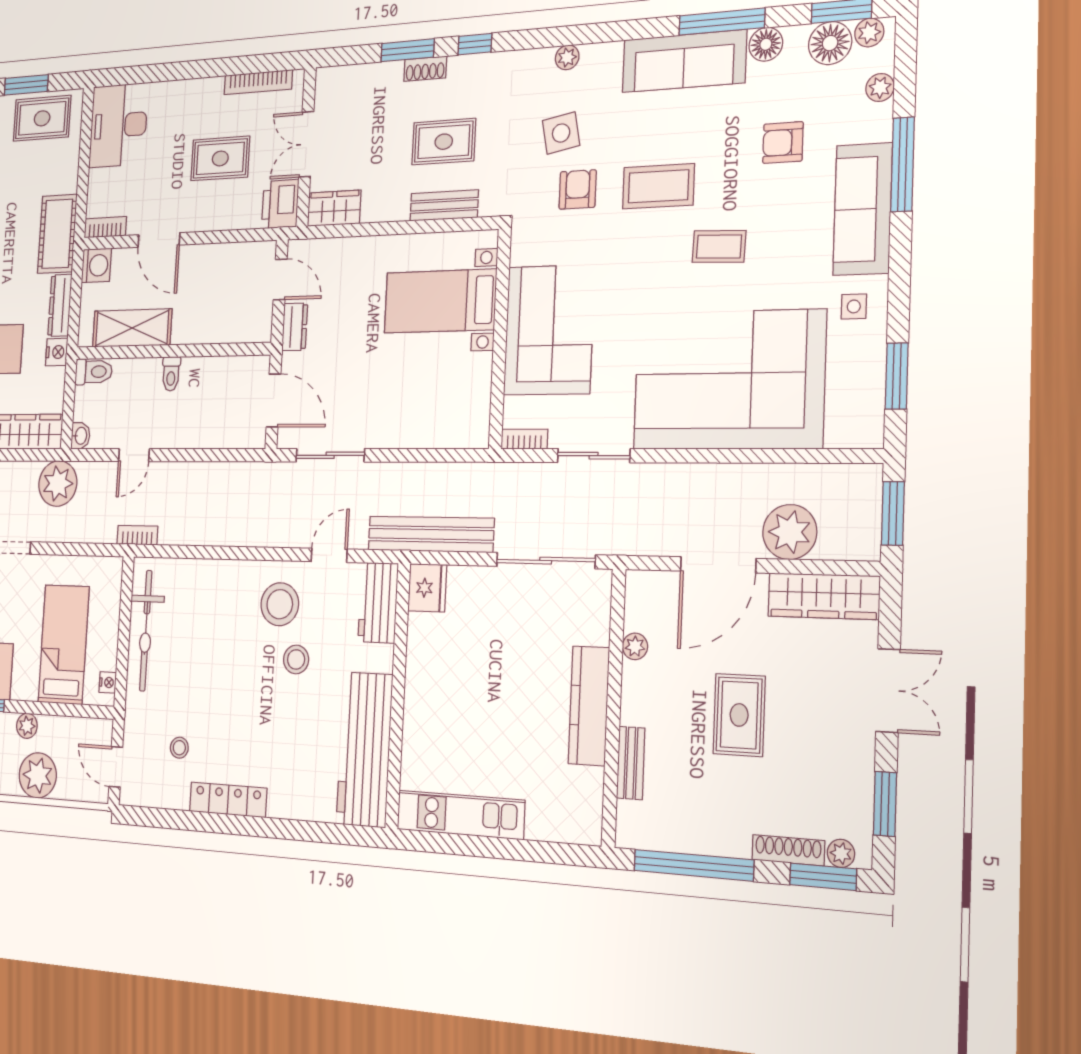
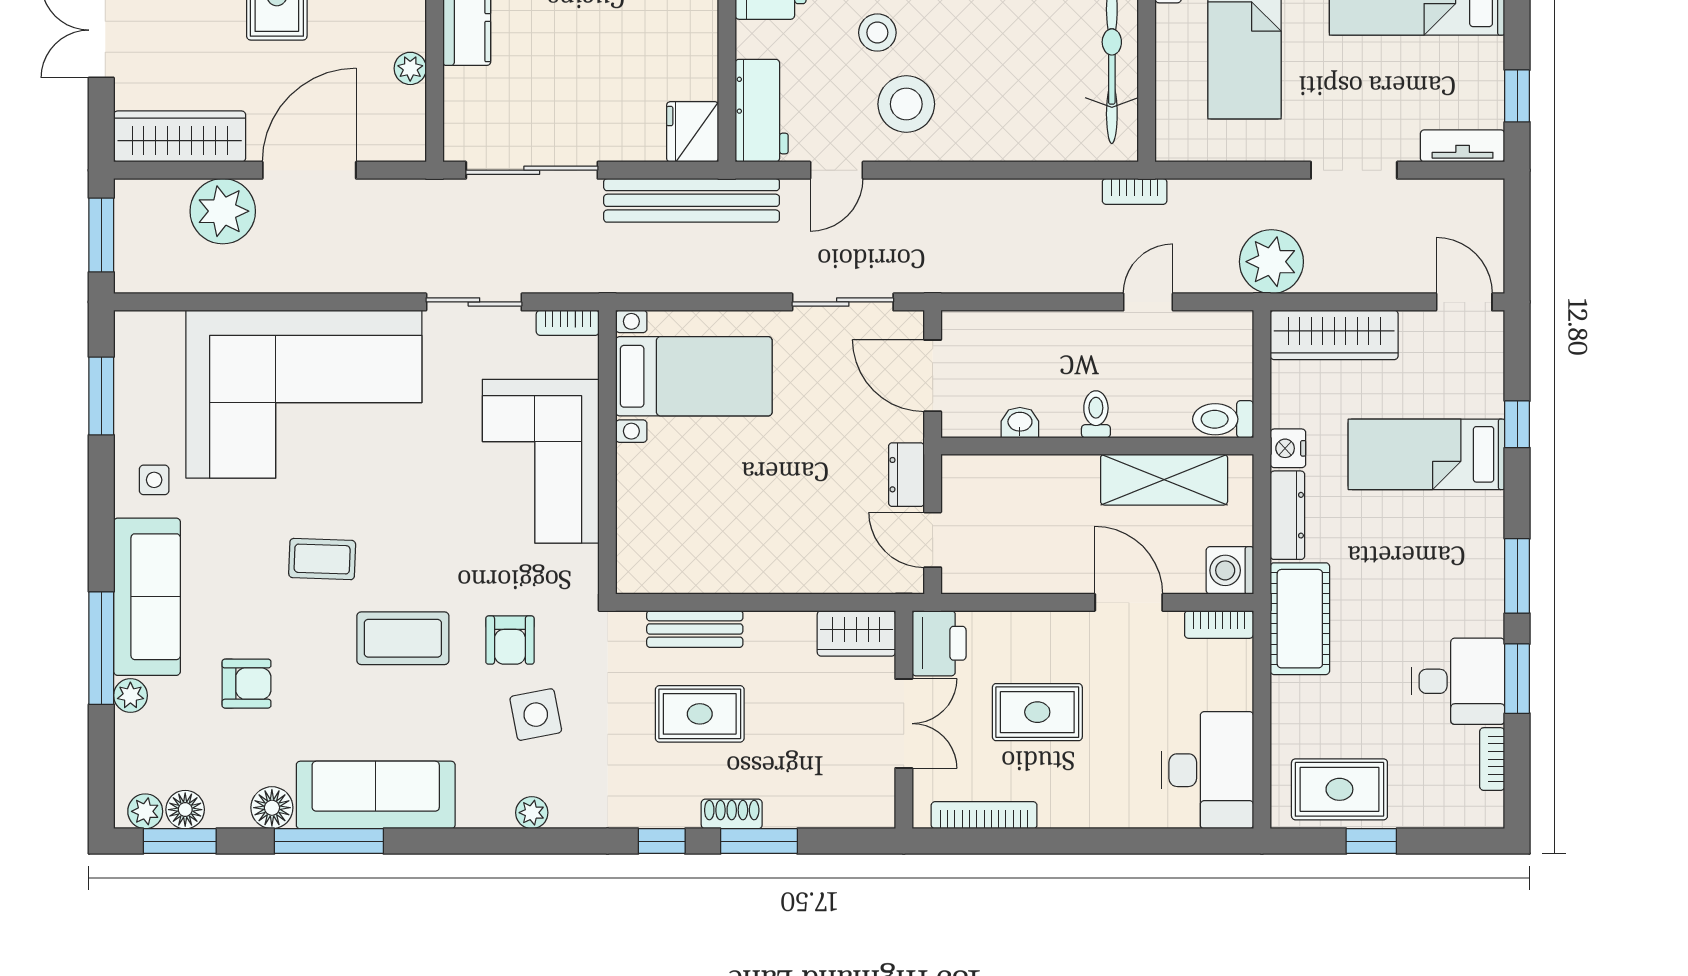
floor lamp: (830, 43) -> (185, 810), width x0.73, depth x0.73
window: (26, 85) -> (1371, 841), width x0.67
plant: (880, 88) -> (130, 695), moved
bed with nightstands: (440, 301) -> (694, 376), moved
washbasin: (80, 436) -> (1020, 423), moved, turned 90

